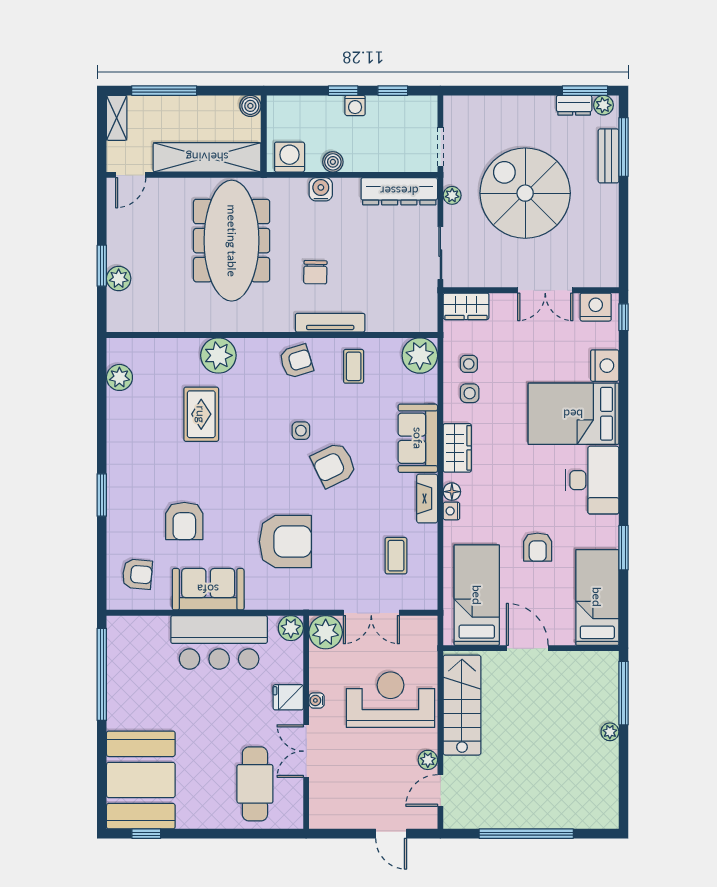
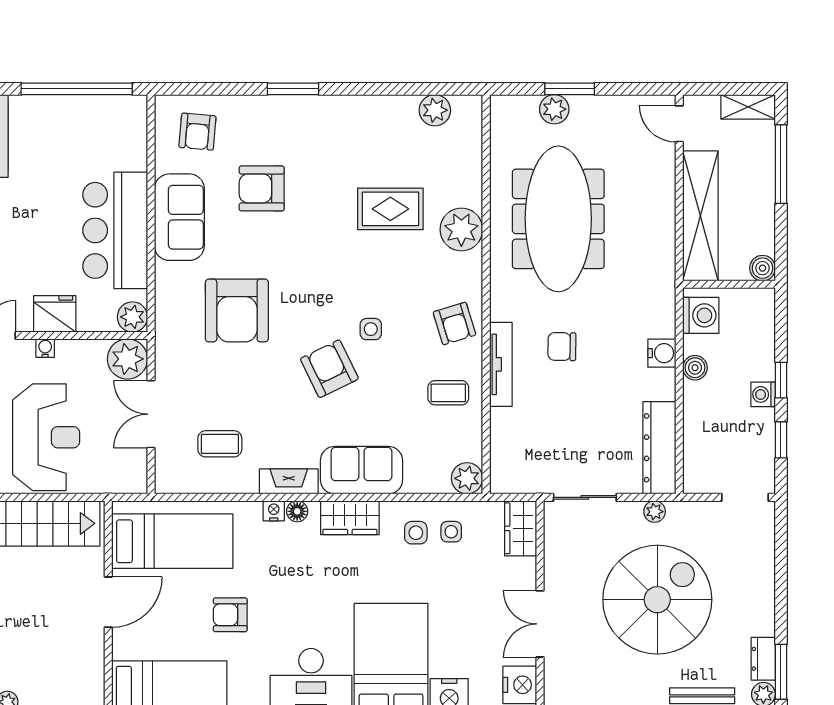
doorway: (440, 147) -> (745, 497), moved
meeting table: (232, 241) -> (558, 219), moved, turned 90
plant: (420, 356) -> (467, 478), width x0.73, depth x0.73
fridge: (288, 697) -> (55, 314), width x1.38

